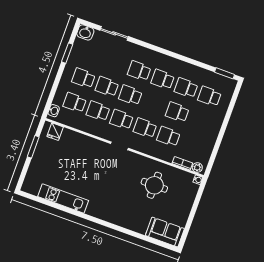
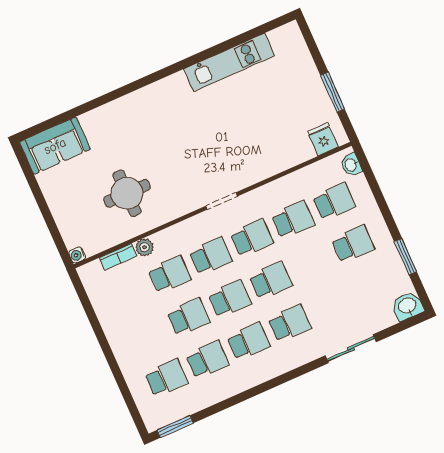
sliding door: (114, 33) -> (351, 349), moved
school desk: (107, 87) -> (230, 299), moved
plant: (197, 167) -> (145, 247), moved

